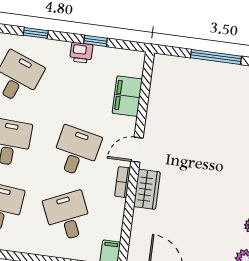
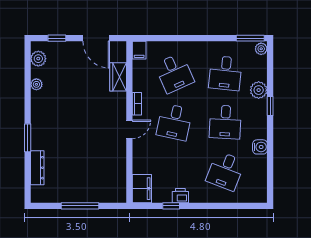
window: (36, 33) -> (216, 206), removed
filing cabinet: (127, 96) -> (142, 189), moved
wardrobe: (147, 189) -> (118, 77), moved

